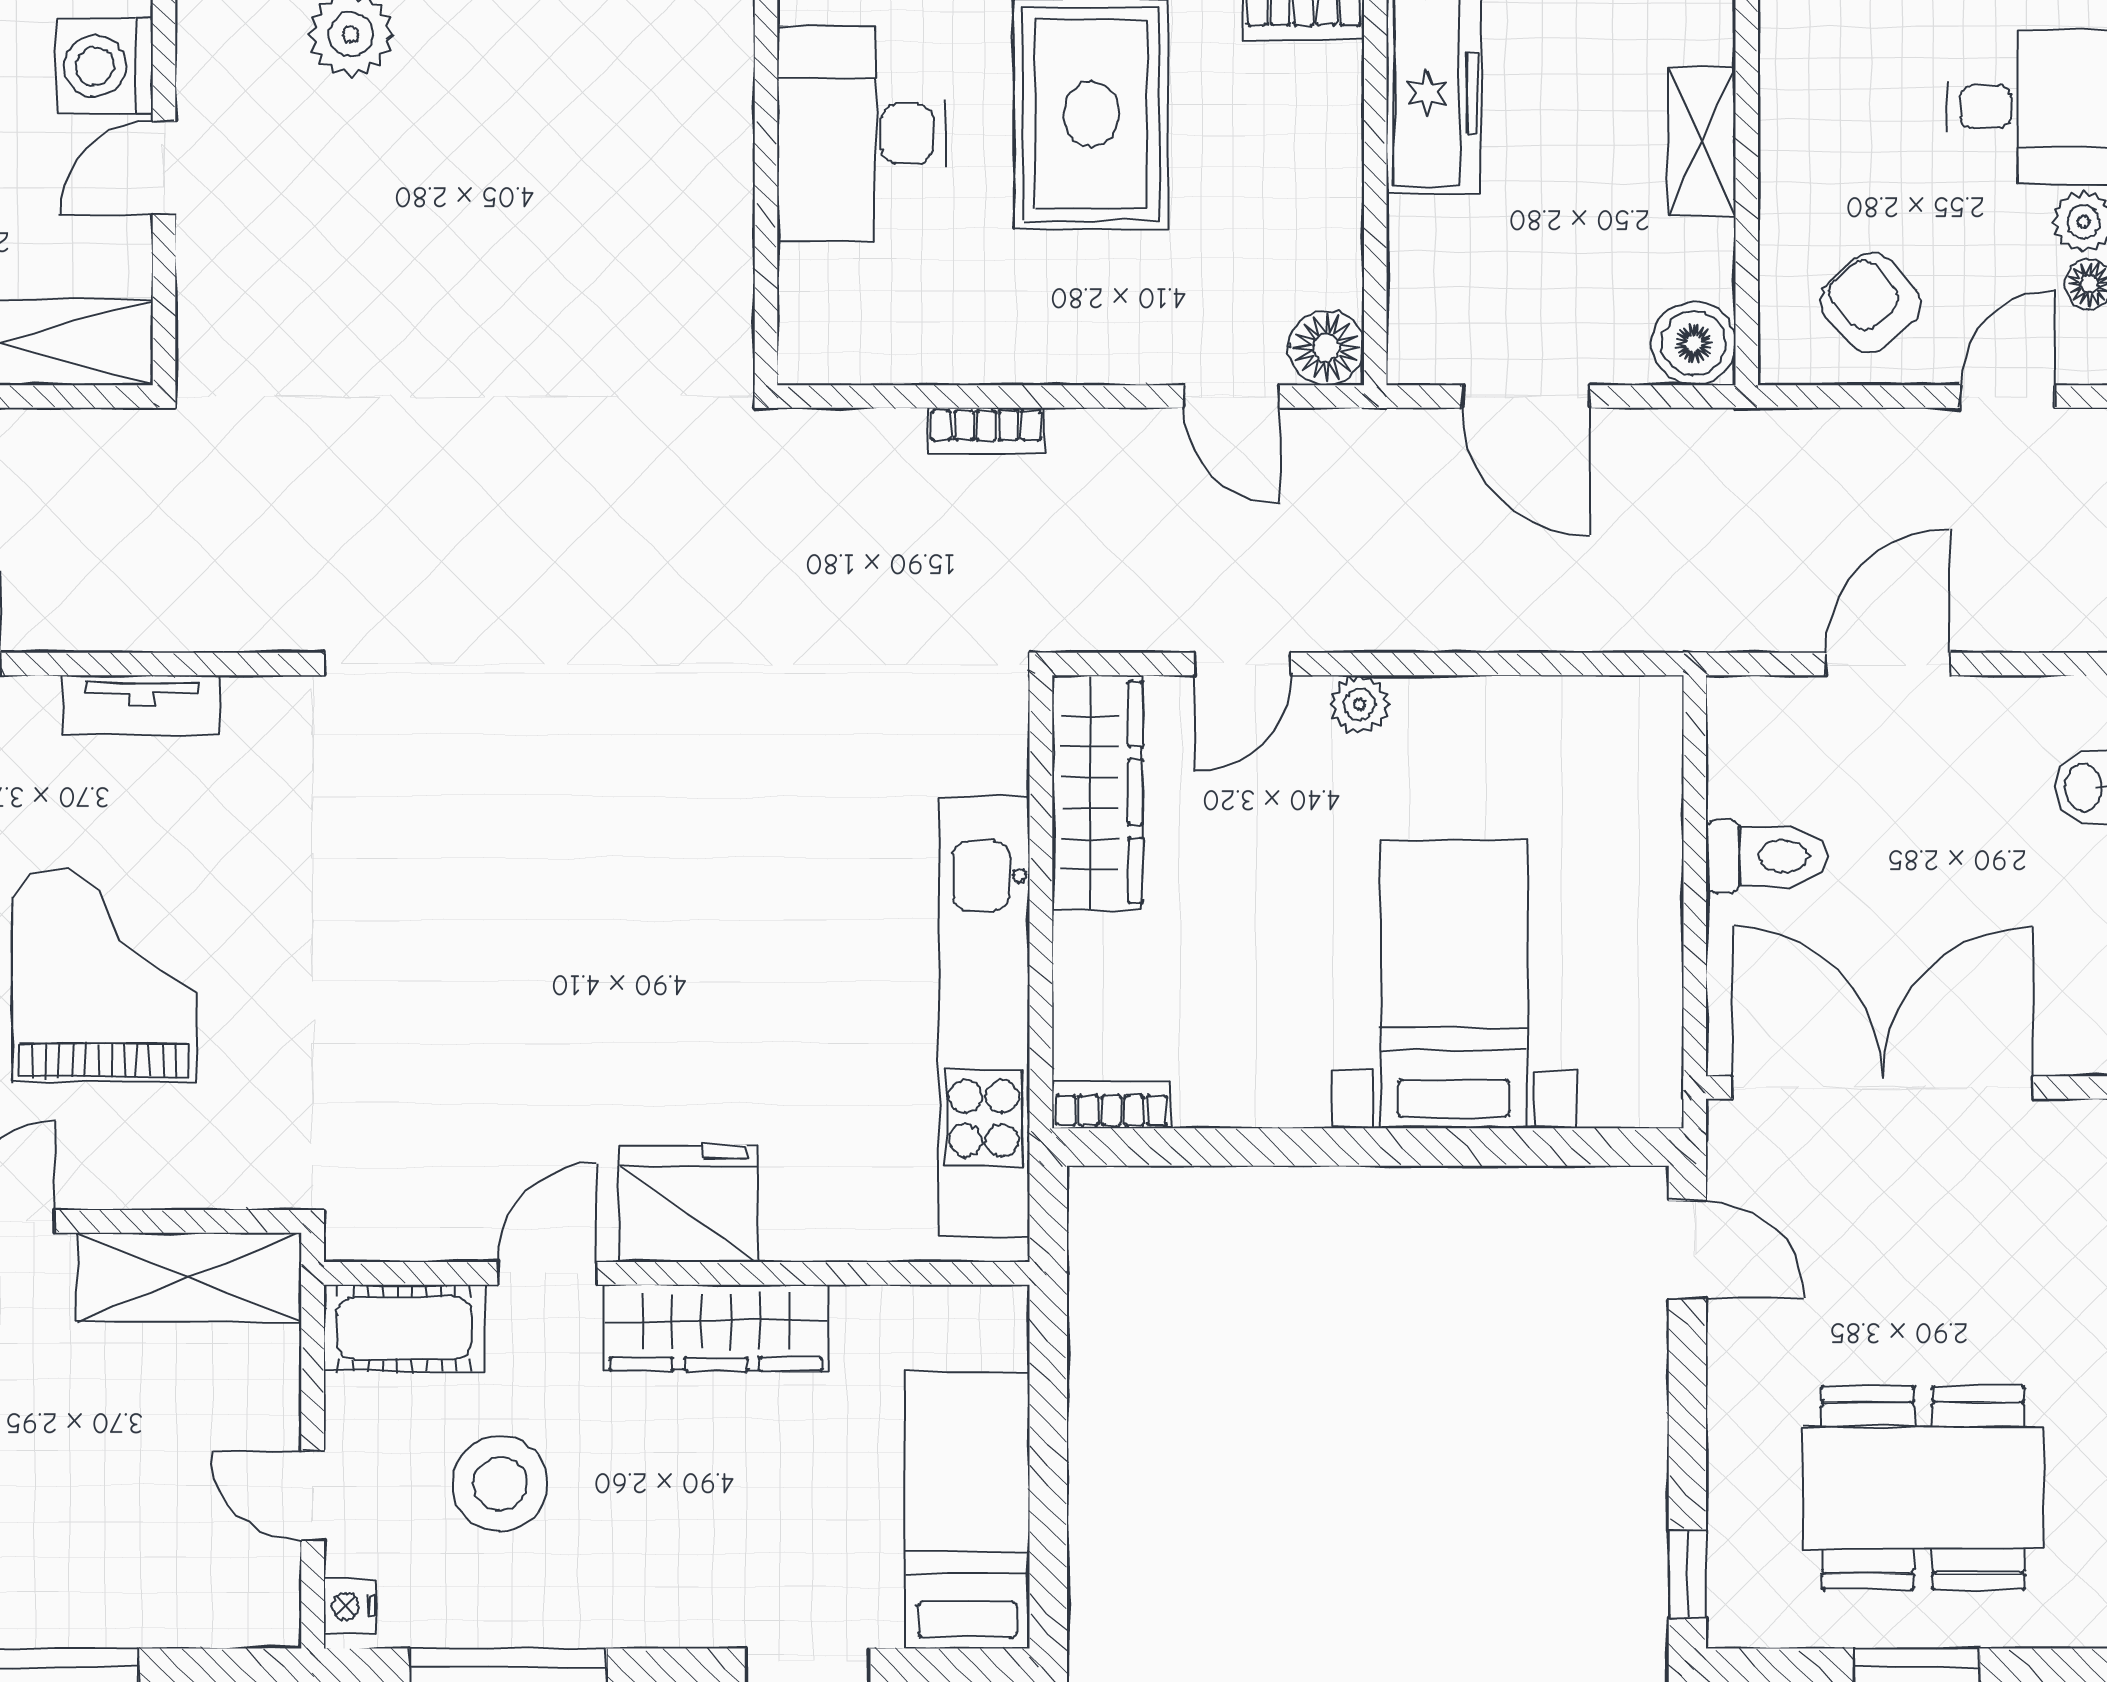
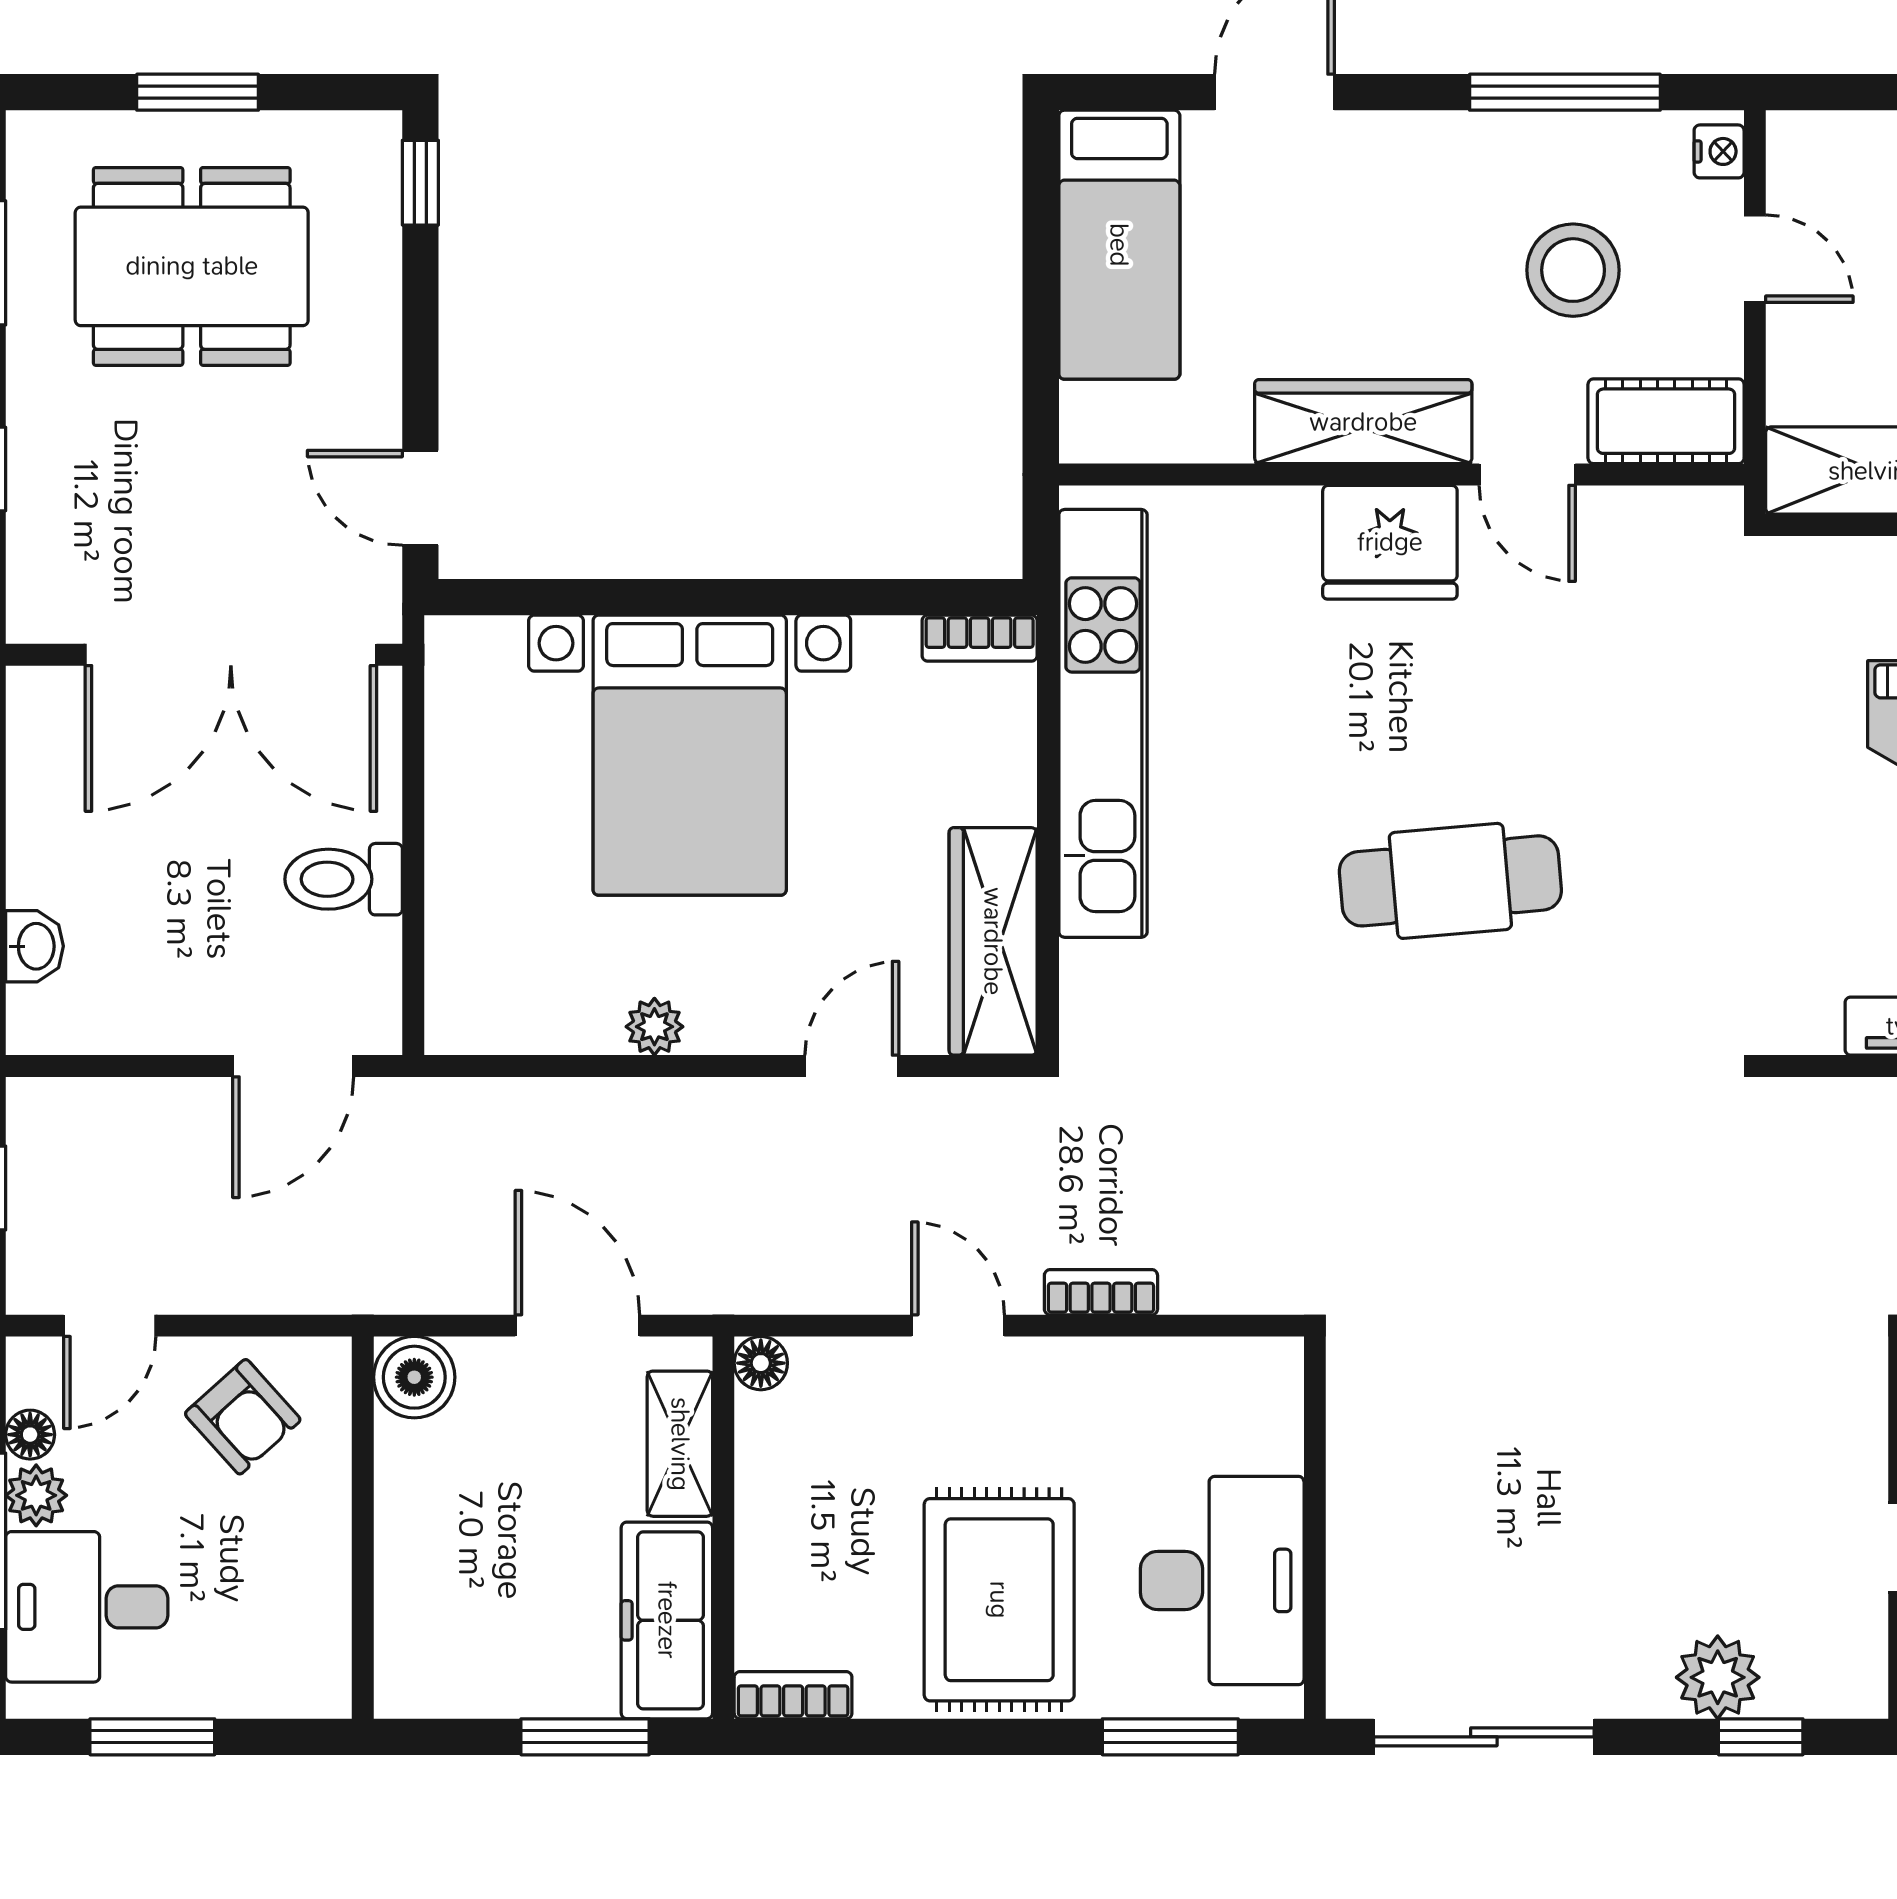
shelving: (1702, 141) -> (680, 1444), moved
floor lamp: (1326, 348) -> (761, 1363), width x0.73, depth x0.73
door: (1232, 396) -> (958, 1326), moved
door: (1888, 664) -> (293, 1066), moved
plant: (1359, 705) -> (654, 1027), moved
cafe table: (626, 855) -> (1450, 881), added
bed with nightstands: (1454, 984) -> (690, 755), width x1.36
door: (547, 1273) -> (1527, 474), hinge flipped

